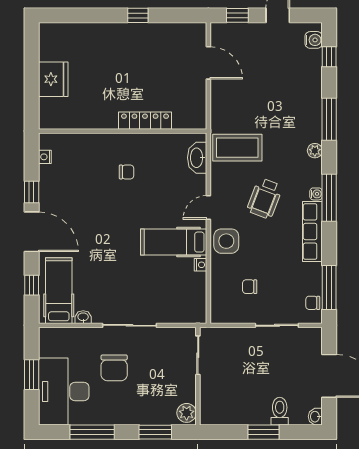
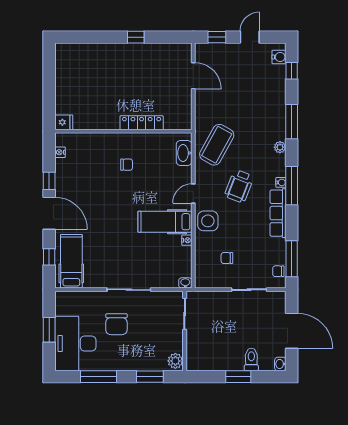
fridge: (53, 79) -> (64, 122), moved, width x0.53, depth x0.75
coffee table: (237, 148) -> (217, 145), turned -61
washbasin: (83, 317) -> (185, 283), moved

